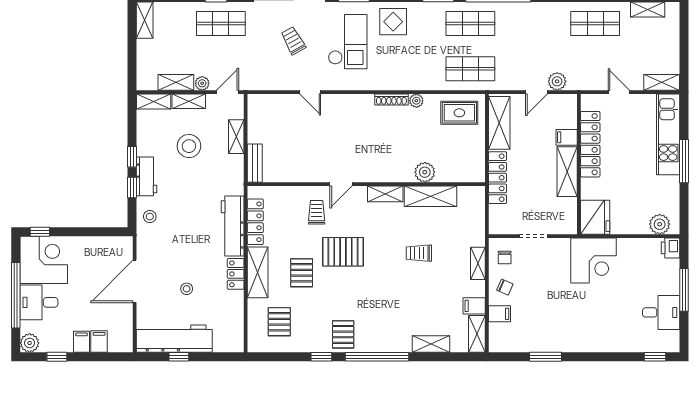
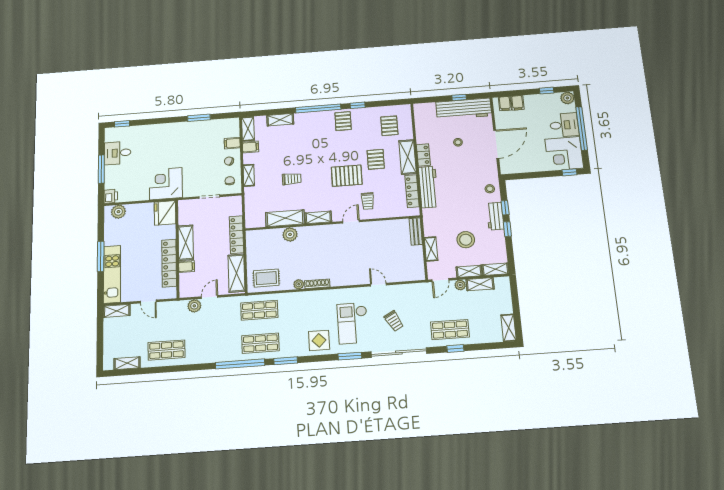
filing cabinet: (82, 342) -> (505, 104), moved

